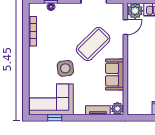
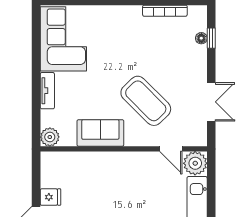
side table: (65, 68) -> (110, 60), removed
tv unit: (98, 110) -> (47, 91), moved
window: (55, 118) -> (36, 44), removed

